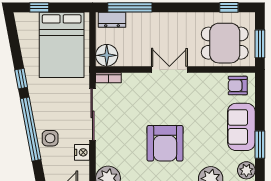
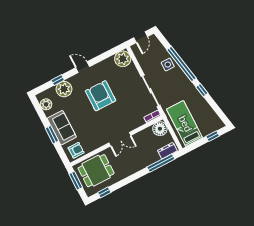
bed: (62, 45) -> (185, 124), width x0.67
window: (260, 145) -> (52, 135), moved
nightstand: (82, 152) -> (145, 66), removed

